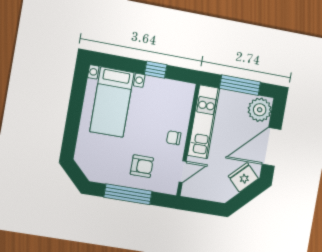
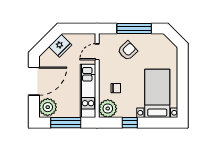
plant: (182, 94) -> (108, 109), added
chair: (174, 138) -> (116, 88), moved
armchair: (142, 166) -> (128, 51), turned 137
fridge: (243, 177) -> (60, 46), moved

